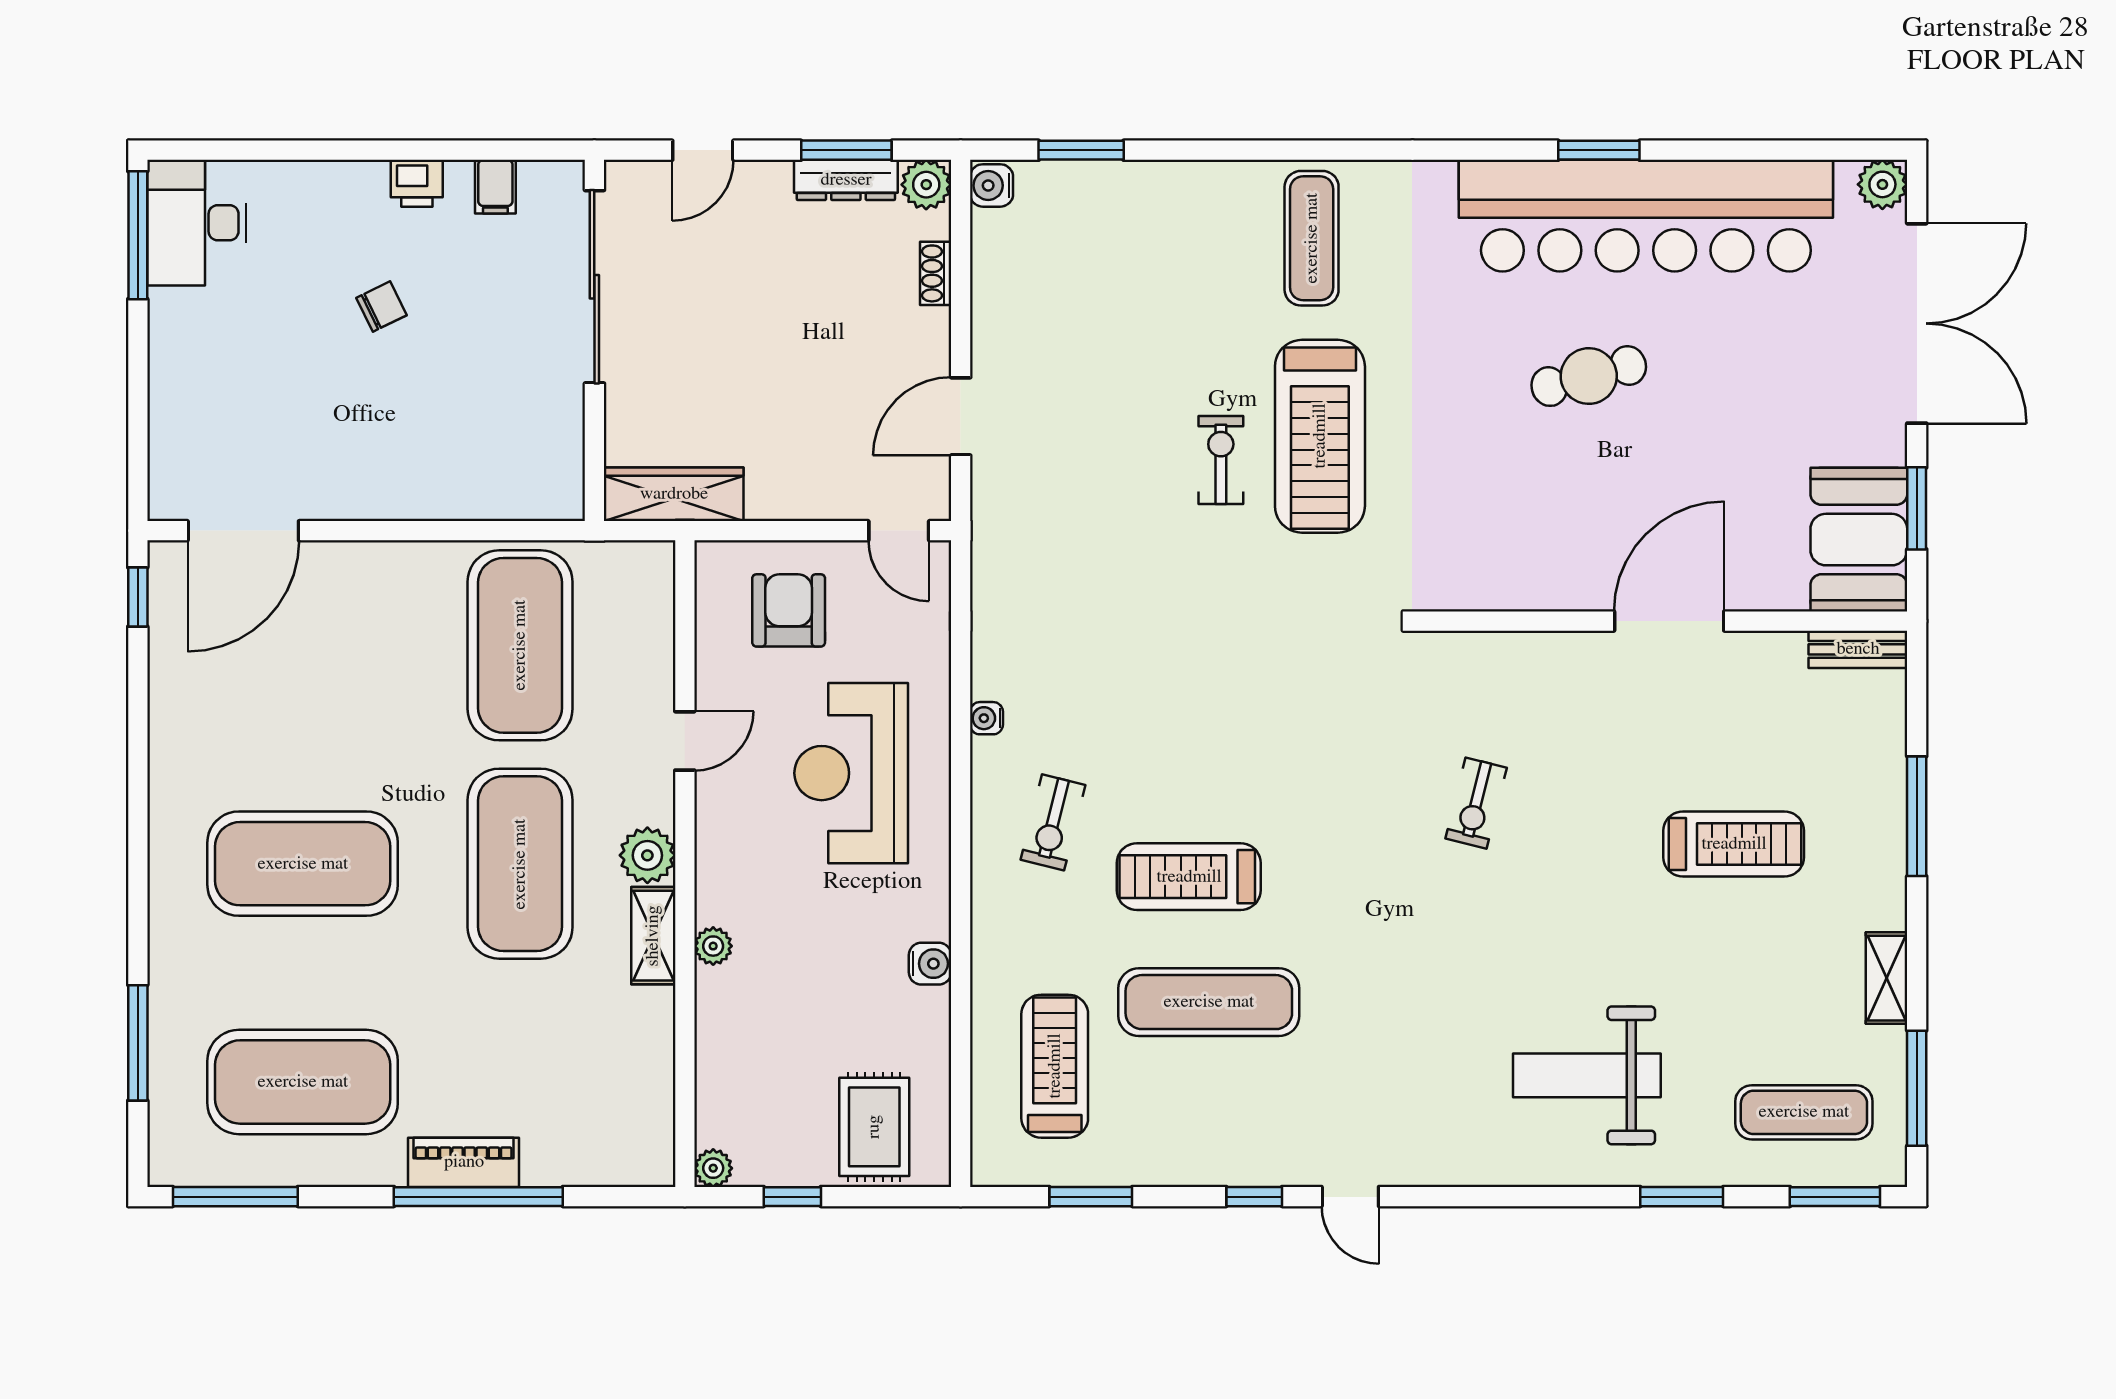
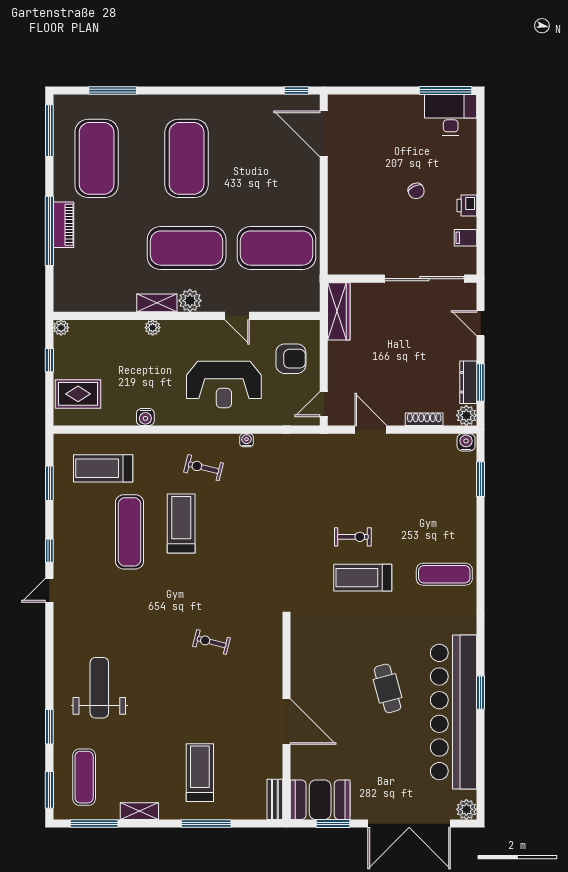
shoe rack: (936, 273) -> (424, 419), width x1.43
treadmill: (1320, 436) -> (363, 578), width x0.73, depth x0.73
reception desk: (851, 773) -> (224, 384), turned 180
treadmill: (1734, 844) -> (200, 773), moved, turned 180
treadmill: (1055, 1066) -> (103, 468), turned 180

